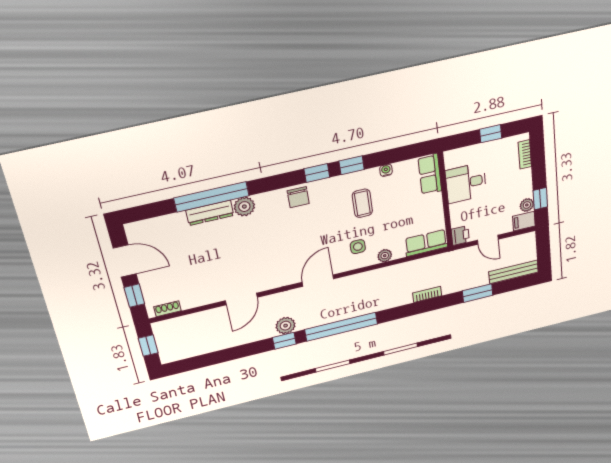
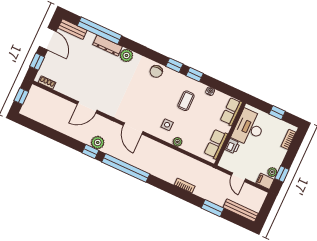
desk: (466, 183) -> (249, 128), width x1.37
window: (212, 197) -> (100, 31), moved
bench: (147, 227) -> (73, 29), added
printer: (460, 236) -> (232, 146), moved
row of seats: (426, 243) -> (216, 144), moved, turned -90
door: (318, 281) -> (133, 128), swing flipped

